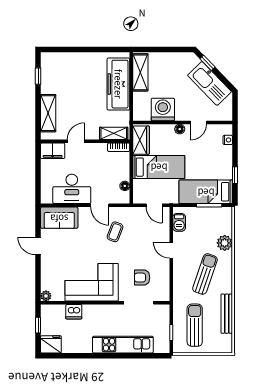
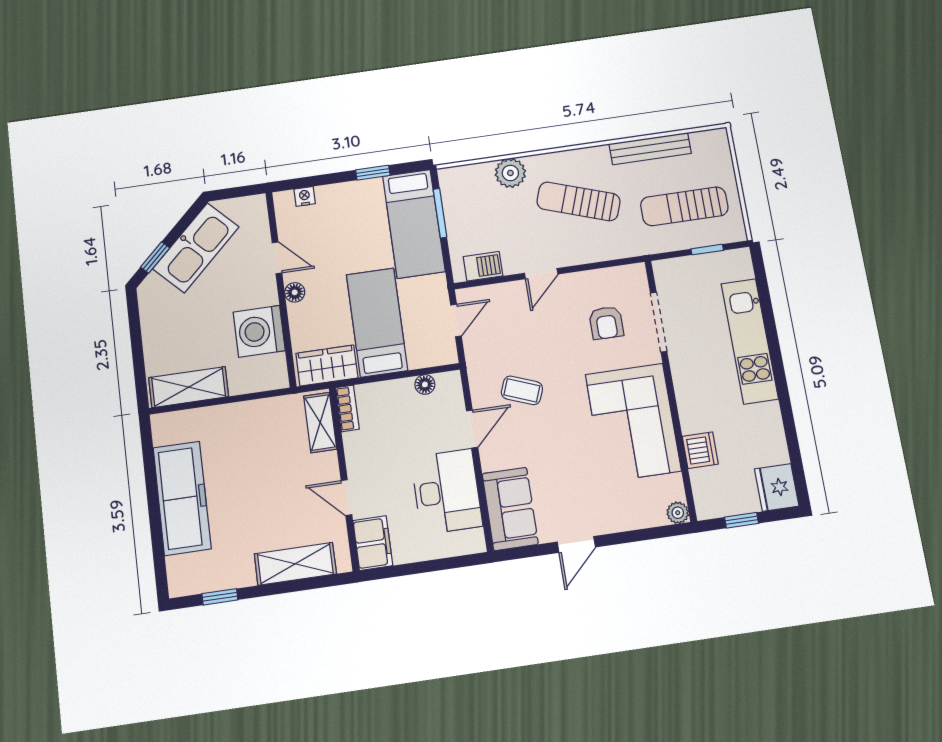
freezer: (118, 84) -> (182, 498), moved, turned -90

